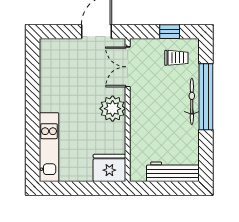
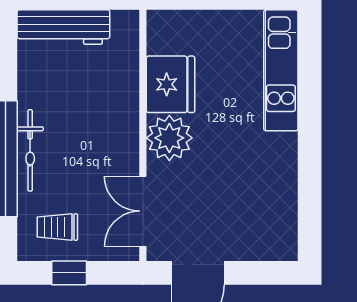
double door: (128, 67) -> (143, 211), swing flipped
fridge: (109, 168) -> (170, 84), moved, turned -90

